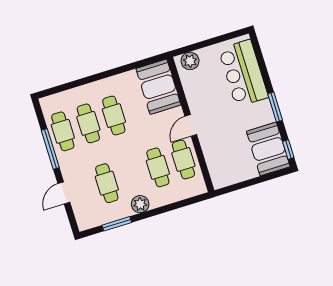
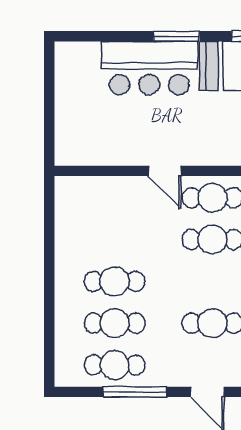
plant: (190, 61) -> (68, 142), removed
bar counter: (243, 73) -> (149, 68), moved
booth: (158, 87) -> (92, 201), removed

